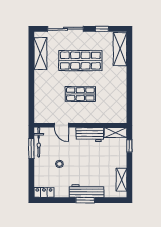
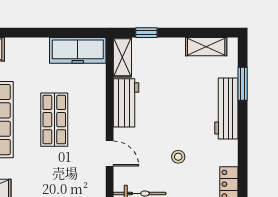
freezer: (119, 107) -> (78, 50), added
door: (61, 125) -> (110, 153), hinge flipped
window: (85, 200) -> (243, 84), moved

